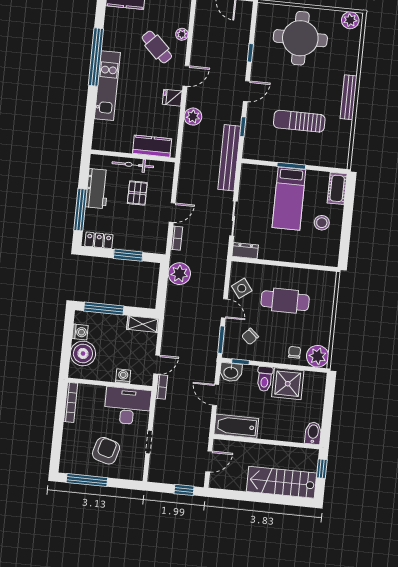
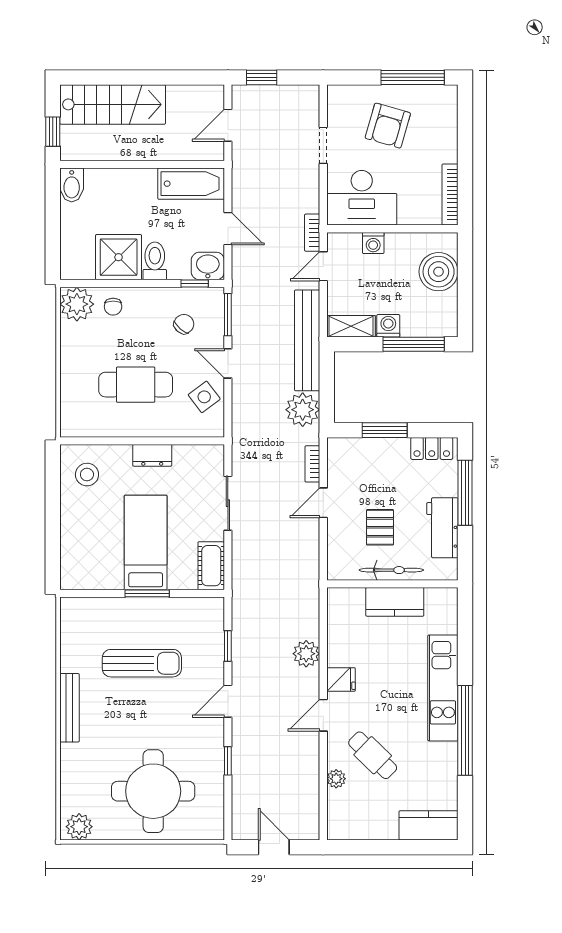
kitchen counter: (152, 146) -> (395, 602), moved
bench: (229, 158) -> (307, 340), moved
cot: (337, 188) -> (211, 566), moved
stool: (322, 223) -> (87, 475), moved
dresser: (245, 251) -> (152, 455), moved
washing machine: (80, 332) -> (388, 326), moved, turned 90

